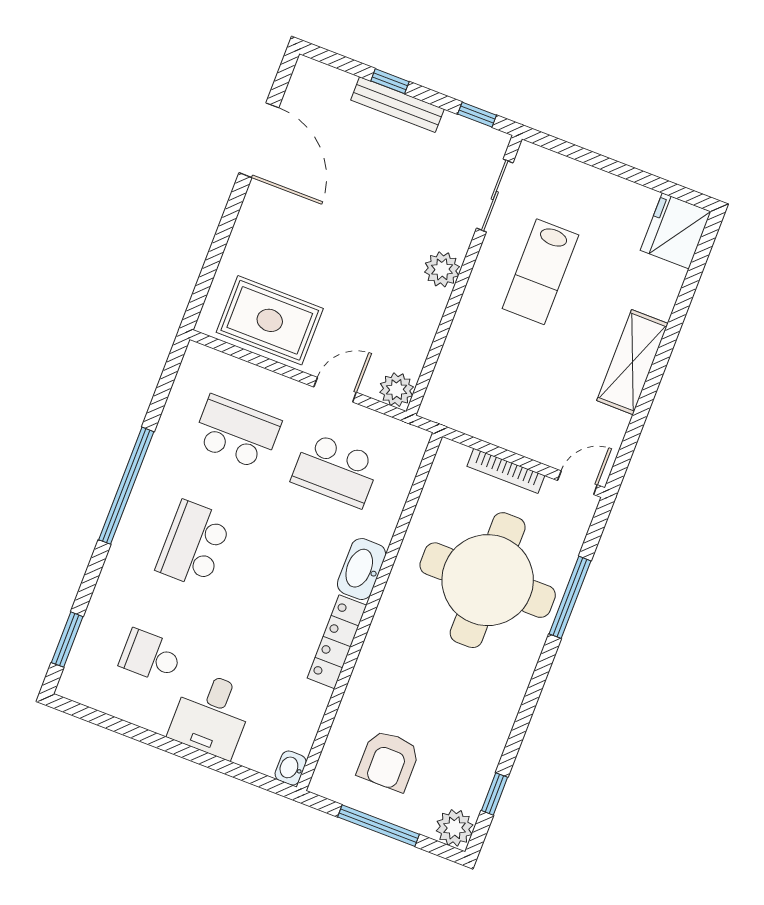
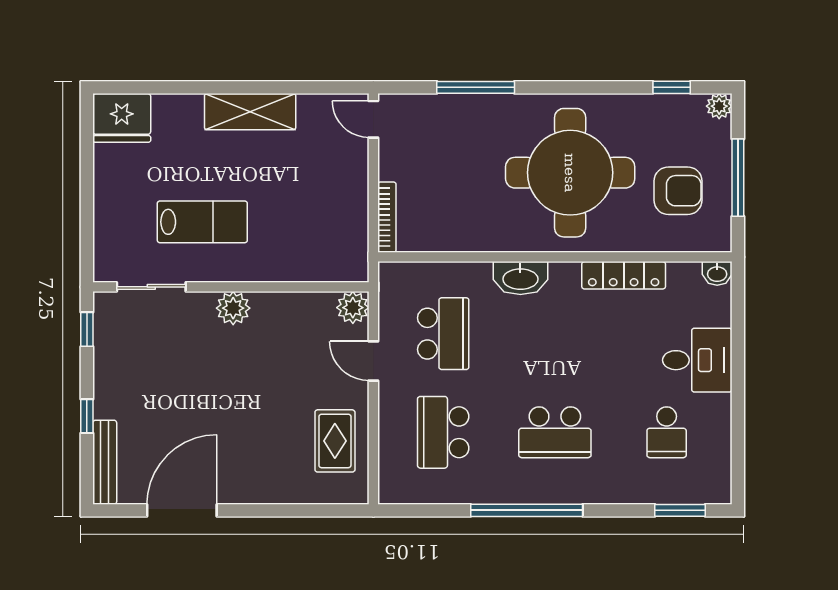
bench: (397, 105) -> (105, 462), moved
rug: (270, 320) -> (335, 441), width x0.73, depth x0.70
bookcase: (506, 471) -> (387, 217), moved
round table: (488, 580) -> (570, 173), moved
locker: (337, 642) -> (624, 275), moved
plant: (455, 828) -> (719, 106), width x0.73, depth x0.73

